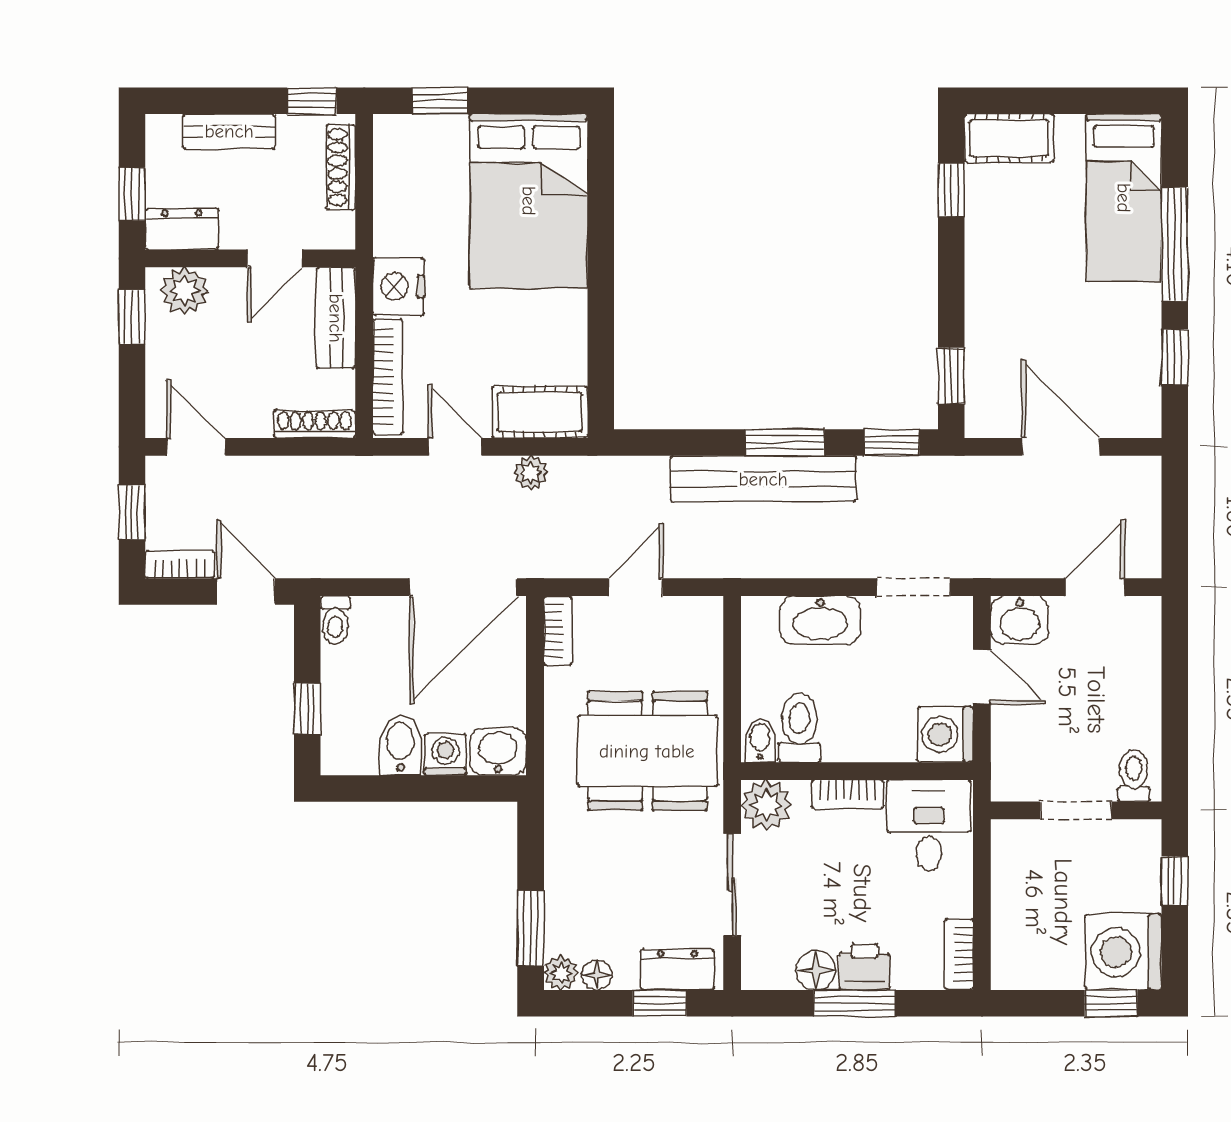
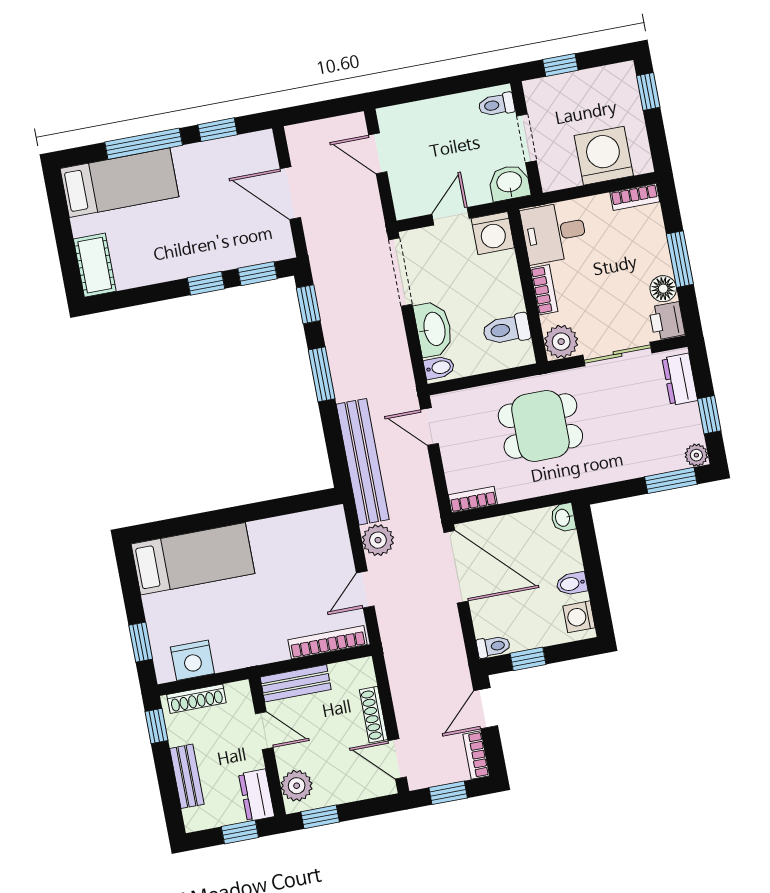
window: (951, 190) -> (206, 283), moved
bed: (529, 201) -> (193, 559), width x0.67
nightstand: (399, 286) -> (192, 660), moved
cot: (540, 412) -> (332, 538), removed
shoe rack: (314, 424) -> (374, 715), moved
door: (196, 447) -> (397, 759), hinge flipped
door: (1061, 447) -> (290, 193), hinge flipped
plant: (531, 473) -> (378, 540), width x1.38, depth x1.38
bench: (763, 479) -> (363, 462), moved
door: (636, 587) -> (429, 426), moved
doorway: (914, 587) -> (400, 272), width x1.38
washbasin: (1019, 620) -> (509, 183), moved, turned -90
window: (307, 709) -> (528, 659), moved
bidet: (760, 740) -> (439, 368), moved, turned 180
bidet: (400, 745) -> (572, 584), width x0.72, depth x0.74
dining table: (647, 751) -> (540, 426), width x0.73
washbasin: (498, 752) -> (563, 518), width x0.72, depth x0.69
washing machine: (445, 755) -> (579, 617), moved
washing machine: (1123, 952) -> (604, 156), moved, turned 180
printer: (865, 967) -> (667, 321), moved
floor lamp: (597, 975) -> (693, 432), removed
window: (660, 1003) -> (709, 415), moved

